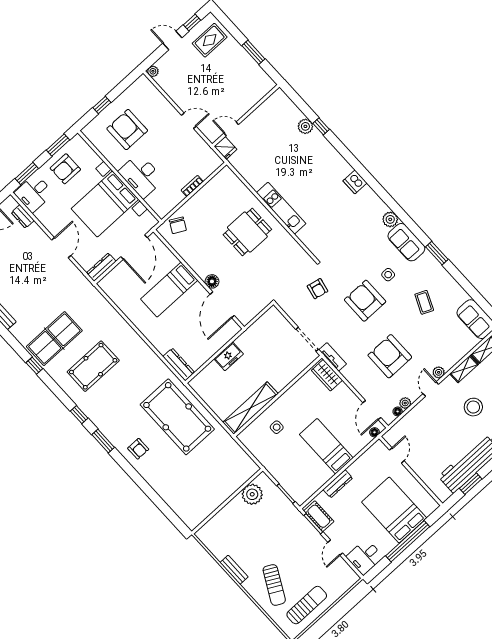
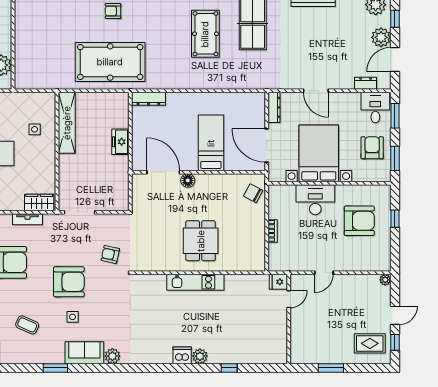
rug: (210, 40) -> (370, 343), turned 90
plant: (305, 126) -> (200, 356), moved
dishwasher: (355, 182) -> (182, 355), moved
tv unit: (333, 357) -> (28, 219), moved

